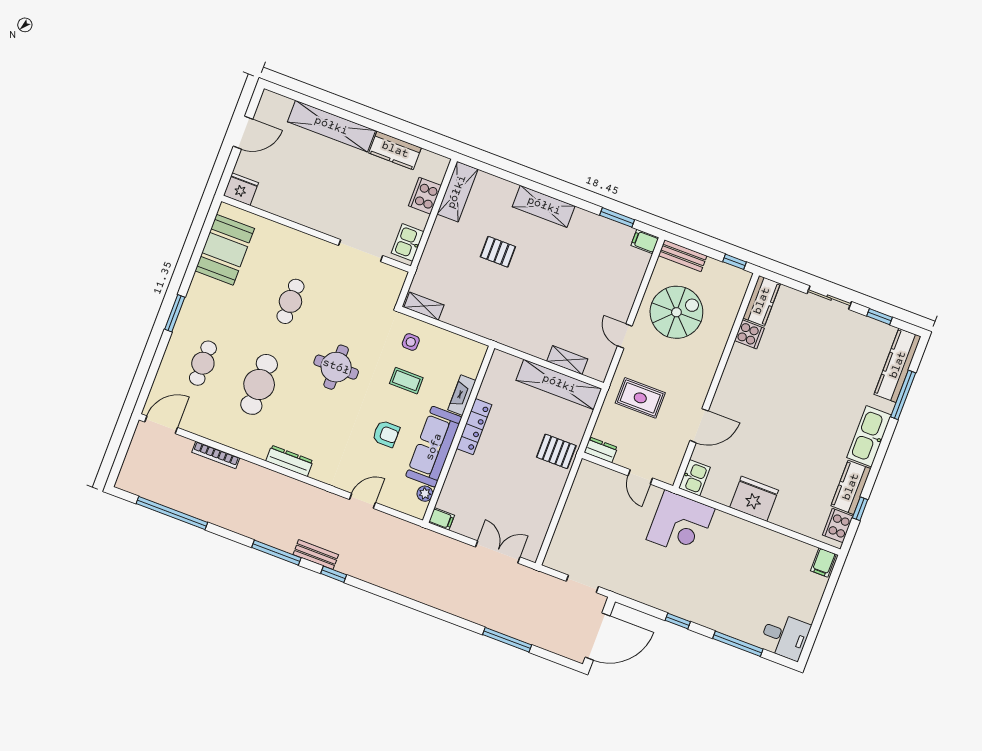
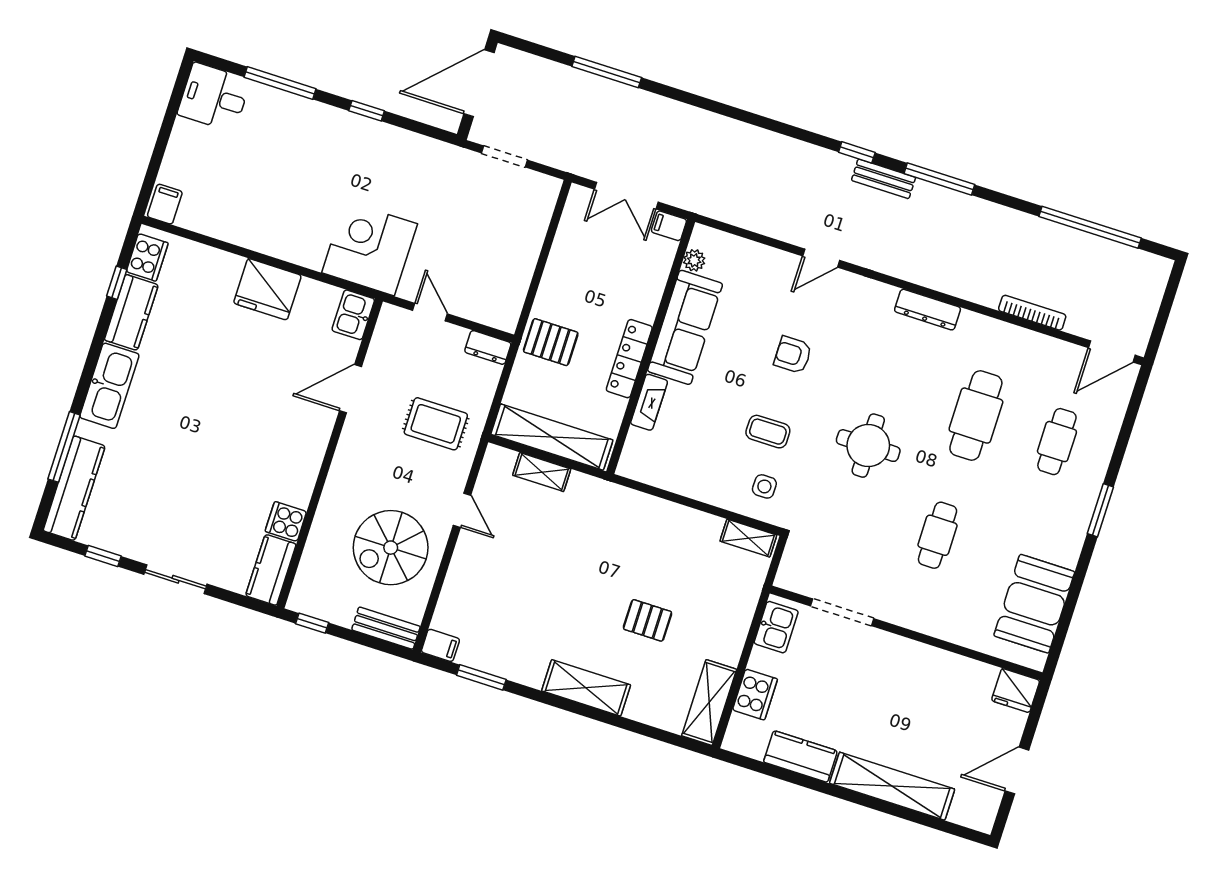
fireplace: (462, 395) -> (649, 402), moved
locker: (474, 427) -> (629, 359), moved
wall: (459, 434) -> (651, 347), moved
sofa: (434, 447) -> (685, 327), moved
plant: (425, 494) -> (694, 260), moved
filing cabinet: (441, 519) -> (669, 226), moved

